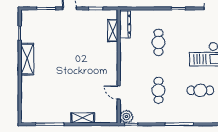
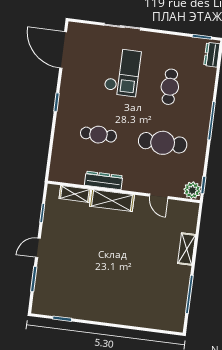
dresser: (125, 24) -> (104, 180), moved
shelving: (27, 59) -> (112, 201), moved
cafe table: (158, 90) -> (163, 143), width x1.37, depth x1.35
door: (119, 92) -> (159, 196), hinge flipped

